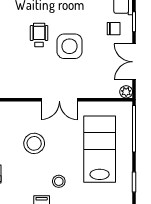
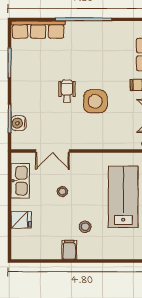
double door: (59, 100) -> (52, 151), moved
stool: (34, 143) -> (62, 192), width x0.53, depth x0.53

